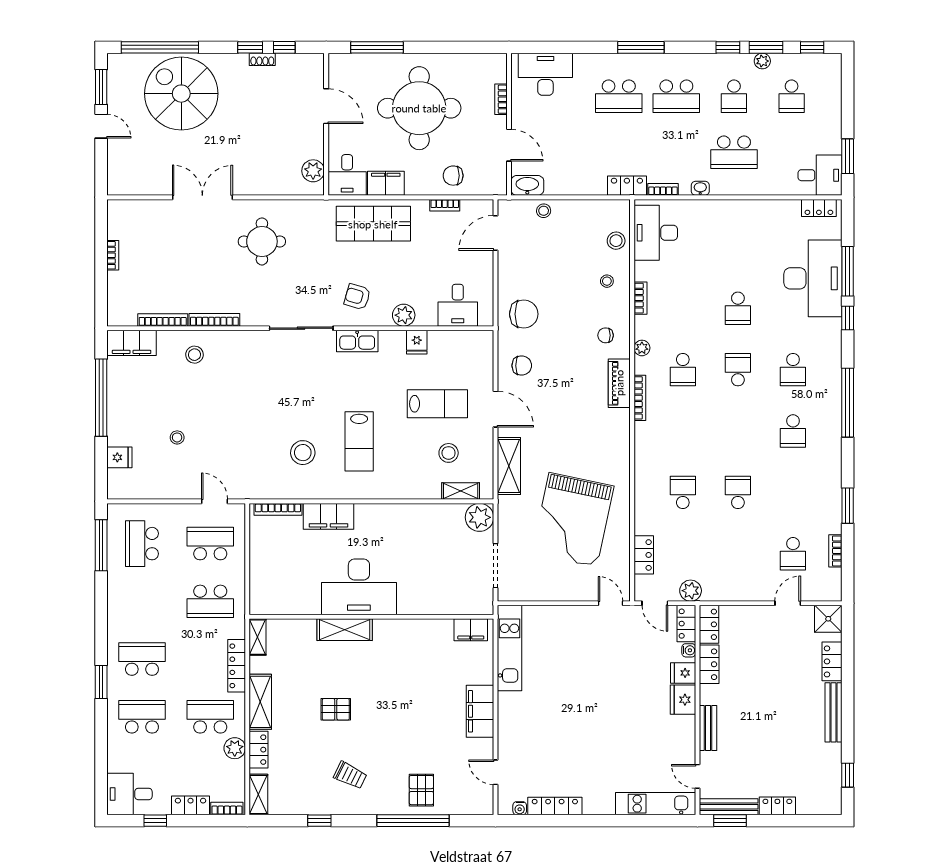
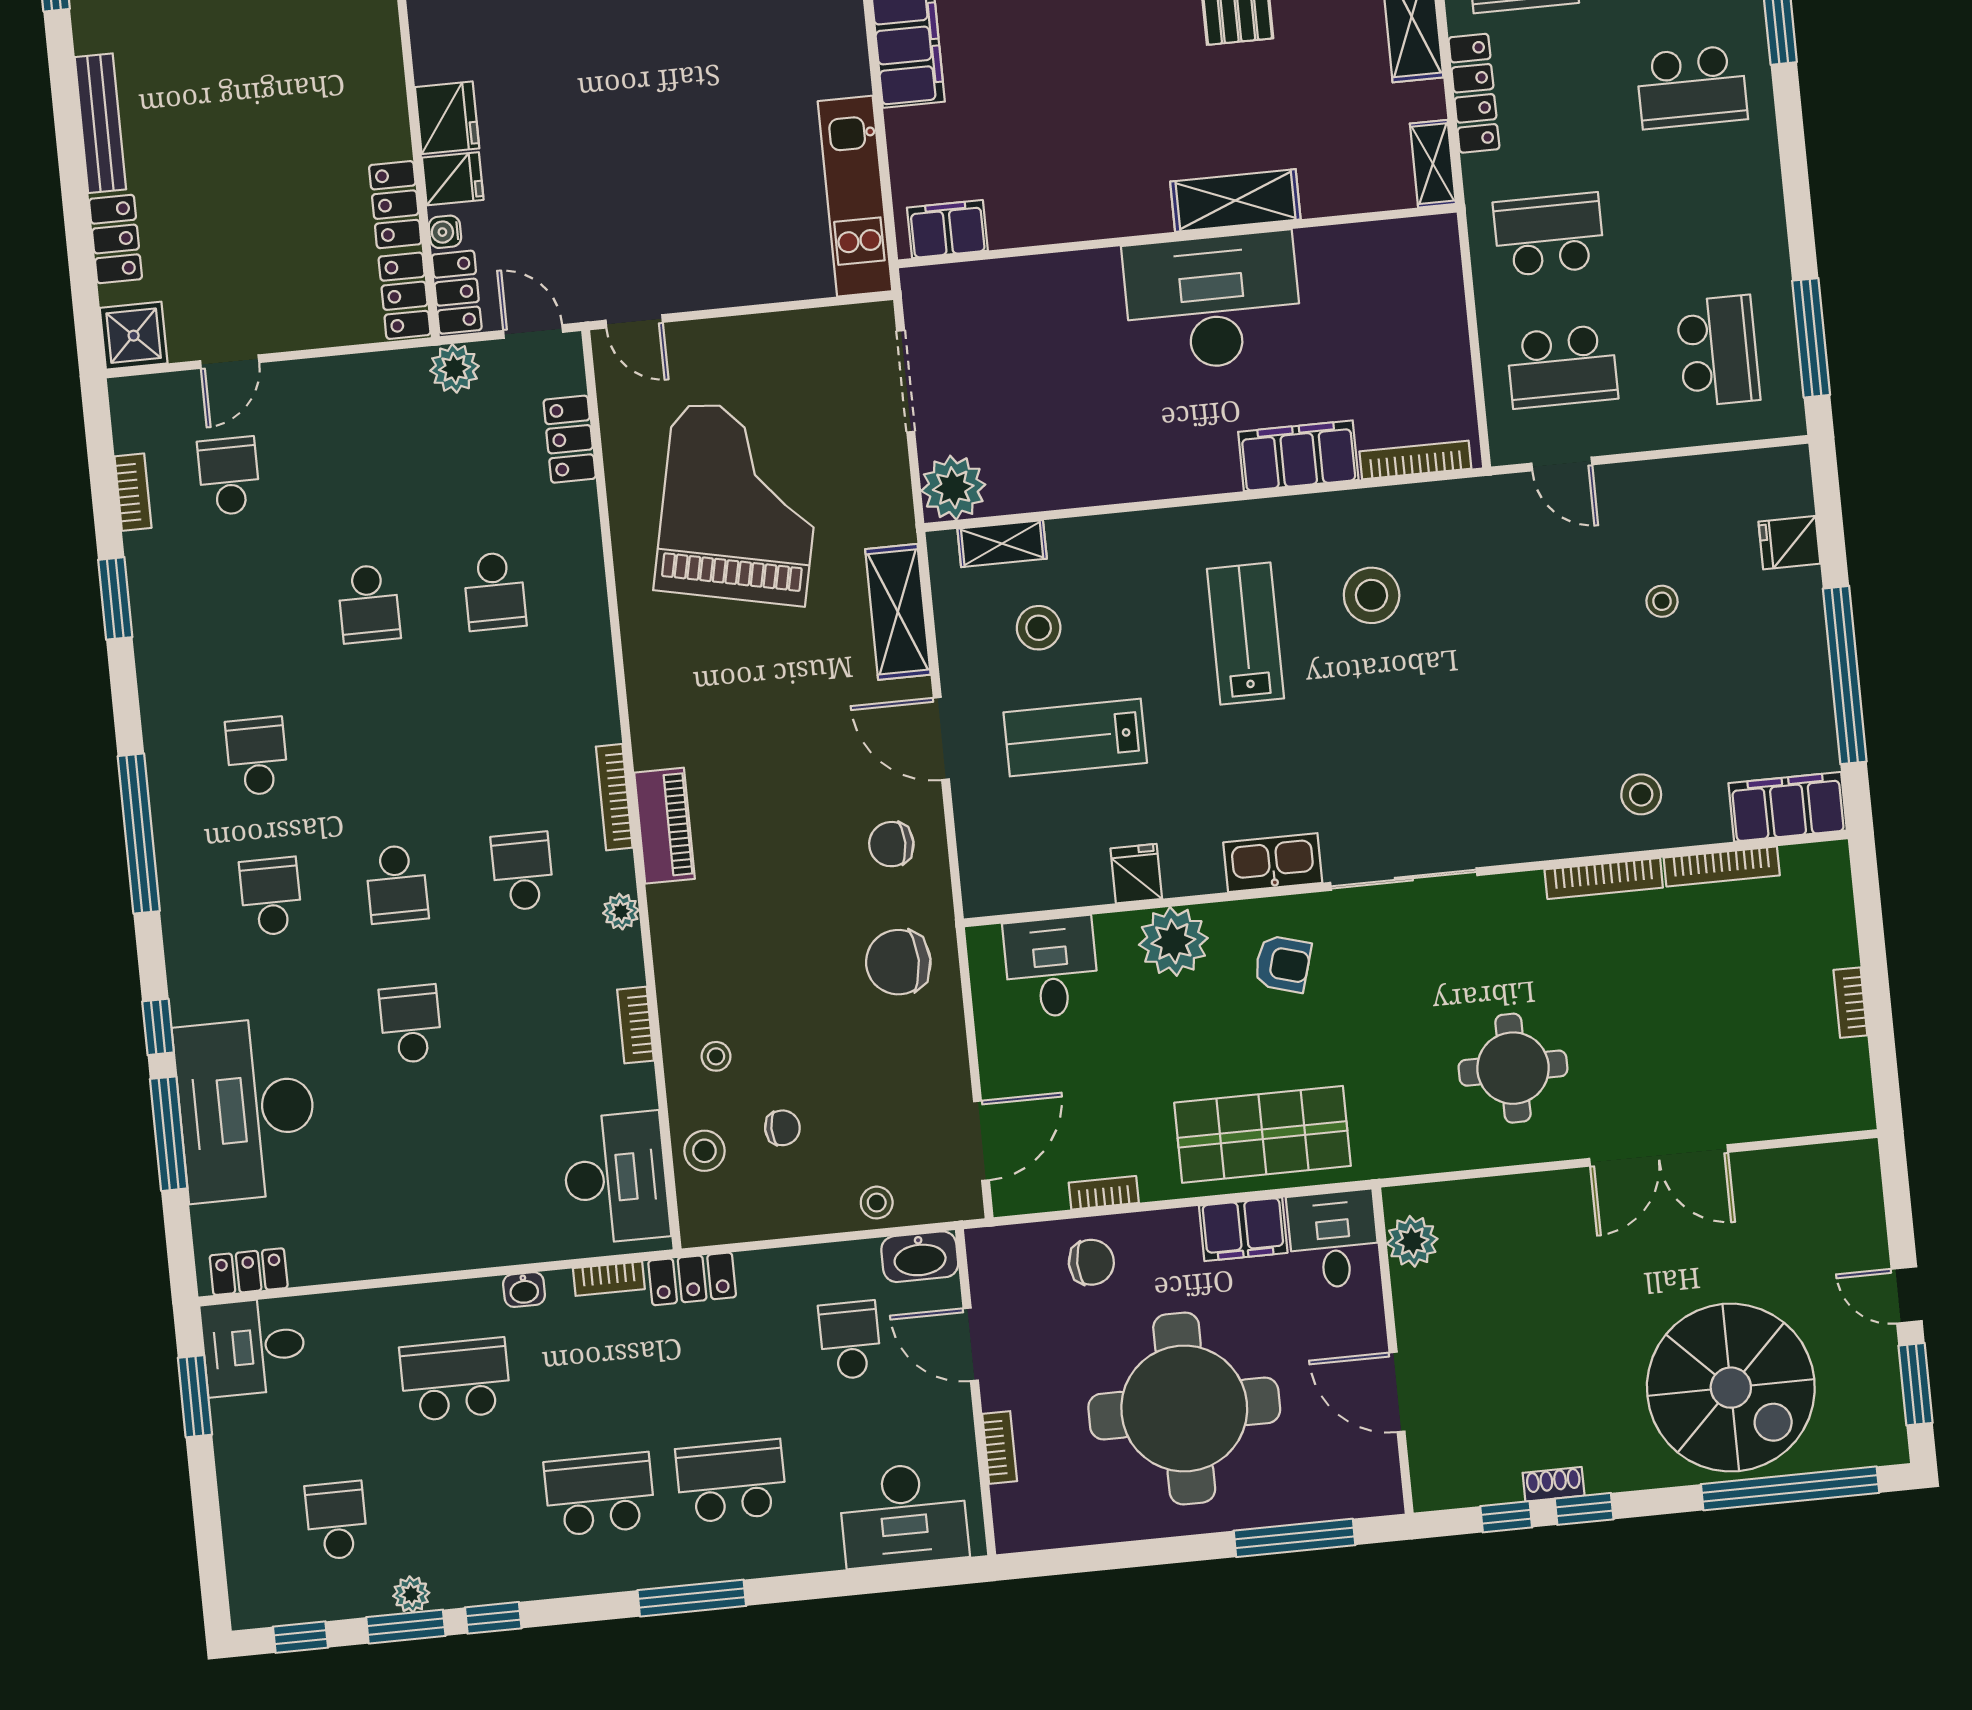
school desk: (734, 96) -> (850, 1340), moved
plant: (404, 315) -> (1173, 941), width x1.36, depth x1.36
chair: (606, 335) -> (782, 1128), moved
bench: (708, 728) -> (383, 59), removed

